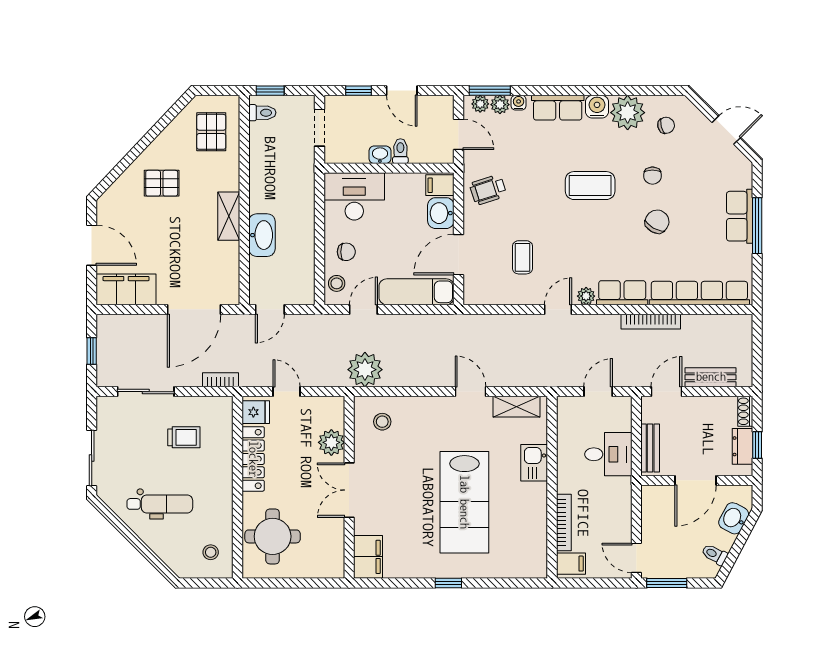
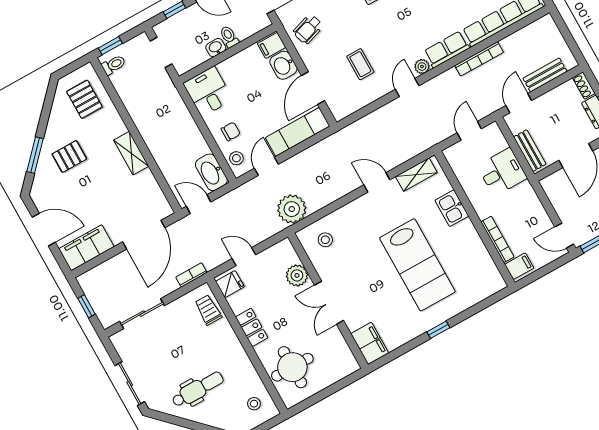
window: (126, 162) -> (35, 155), added
desk: (354, 196) -> (208, 91), width x0.73
washbasin: (262, 235) -> (211, 172), moved, turned 180
door: (270, 309) -> (199, 204), swing flipped
trolley: (184, 437) -> (208, 310), moved, turned -90
locker: (253, 459) -> (252, 327), width x0.66

